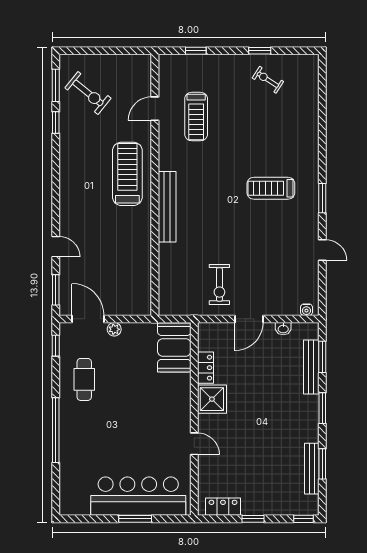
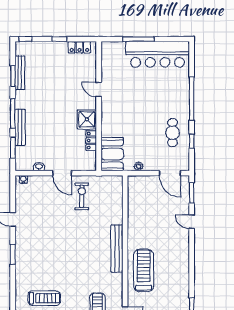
treadmill: (127, 174) -> (144, 271), turned 180
treadmill: (271, 188) -> (44, 298), moved
door: (249, 319) -> (62, 173), swing flipped
plant: (114, 329) -> (139, 166), moved
window: (56, 346) -> (192, 141), moved
bench: (311, 367) -> (20, 127), moved
window: (322, 408) -> (13, 113), width x1.44
bar counter: (138, 496) -> (158, 54), moved
window: (135, 519) -> (138, 39), width x1.44

